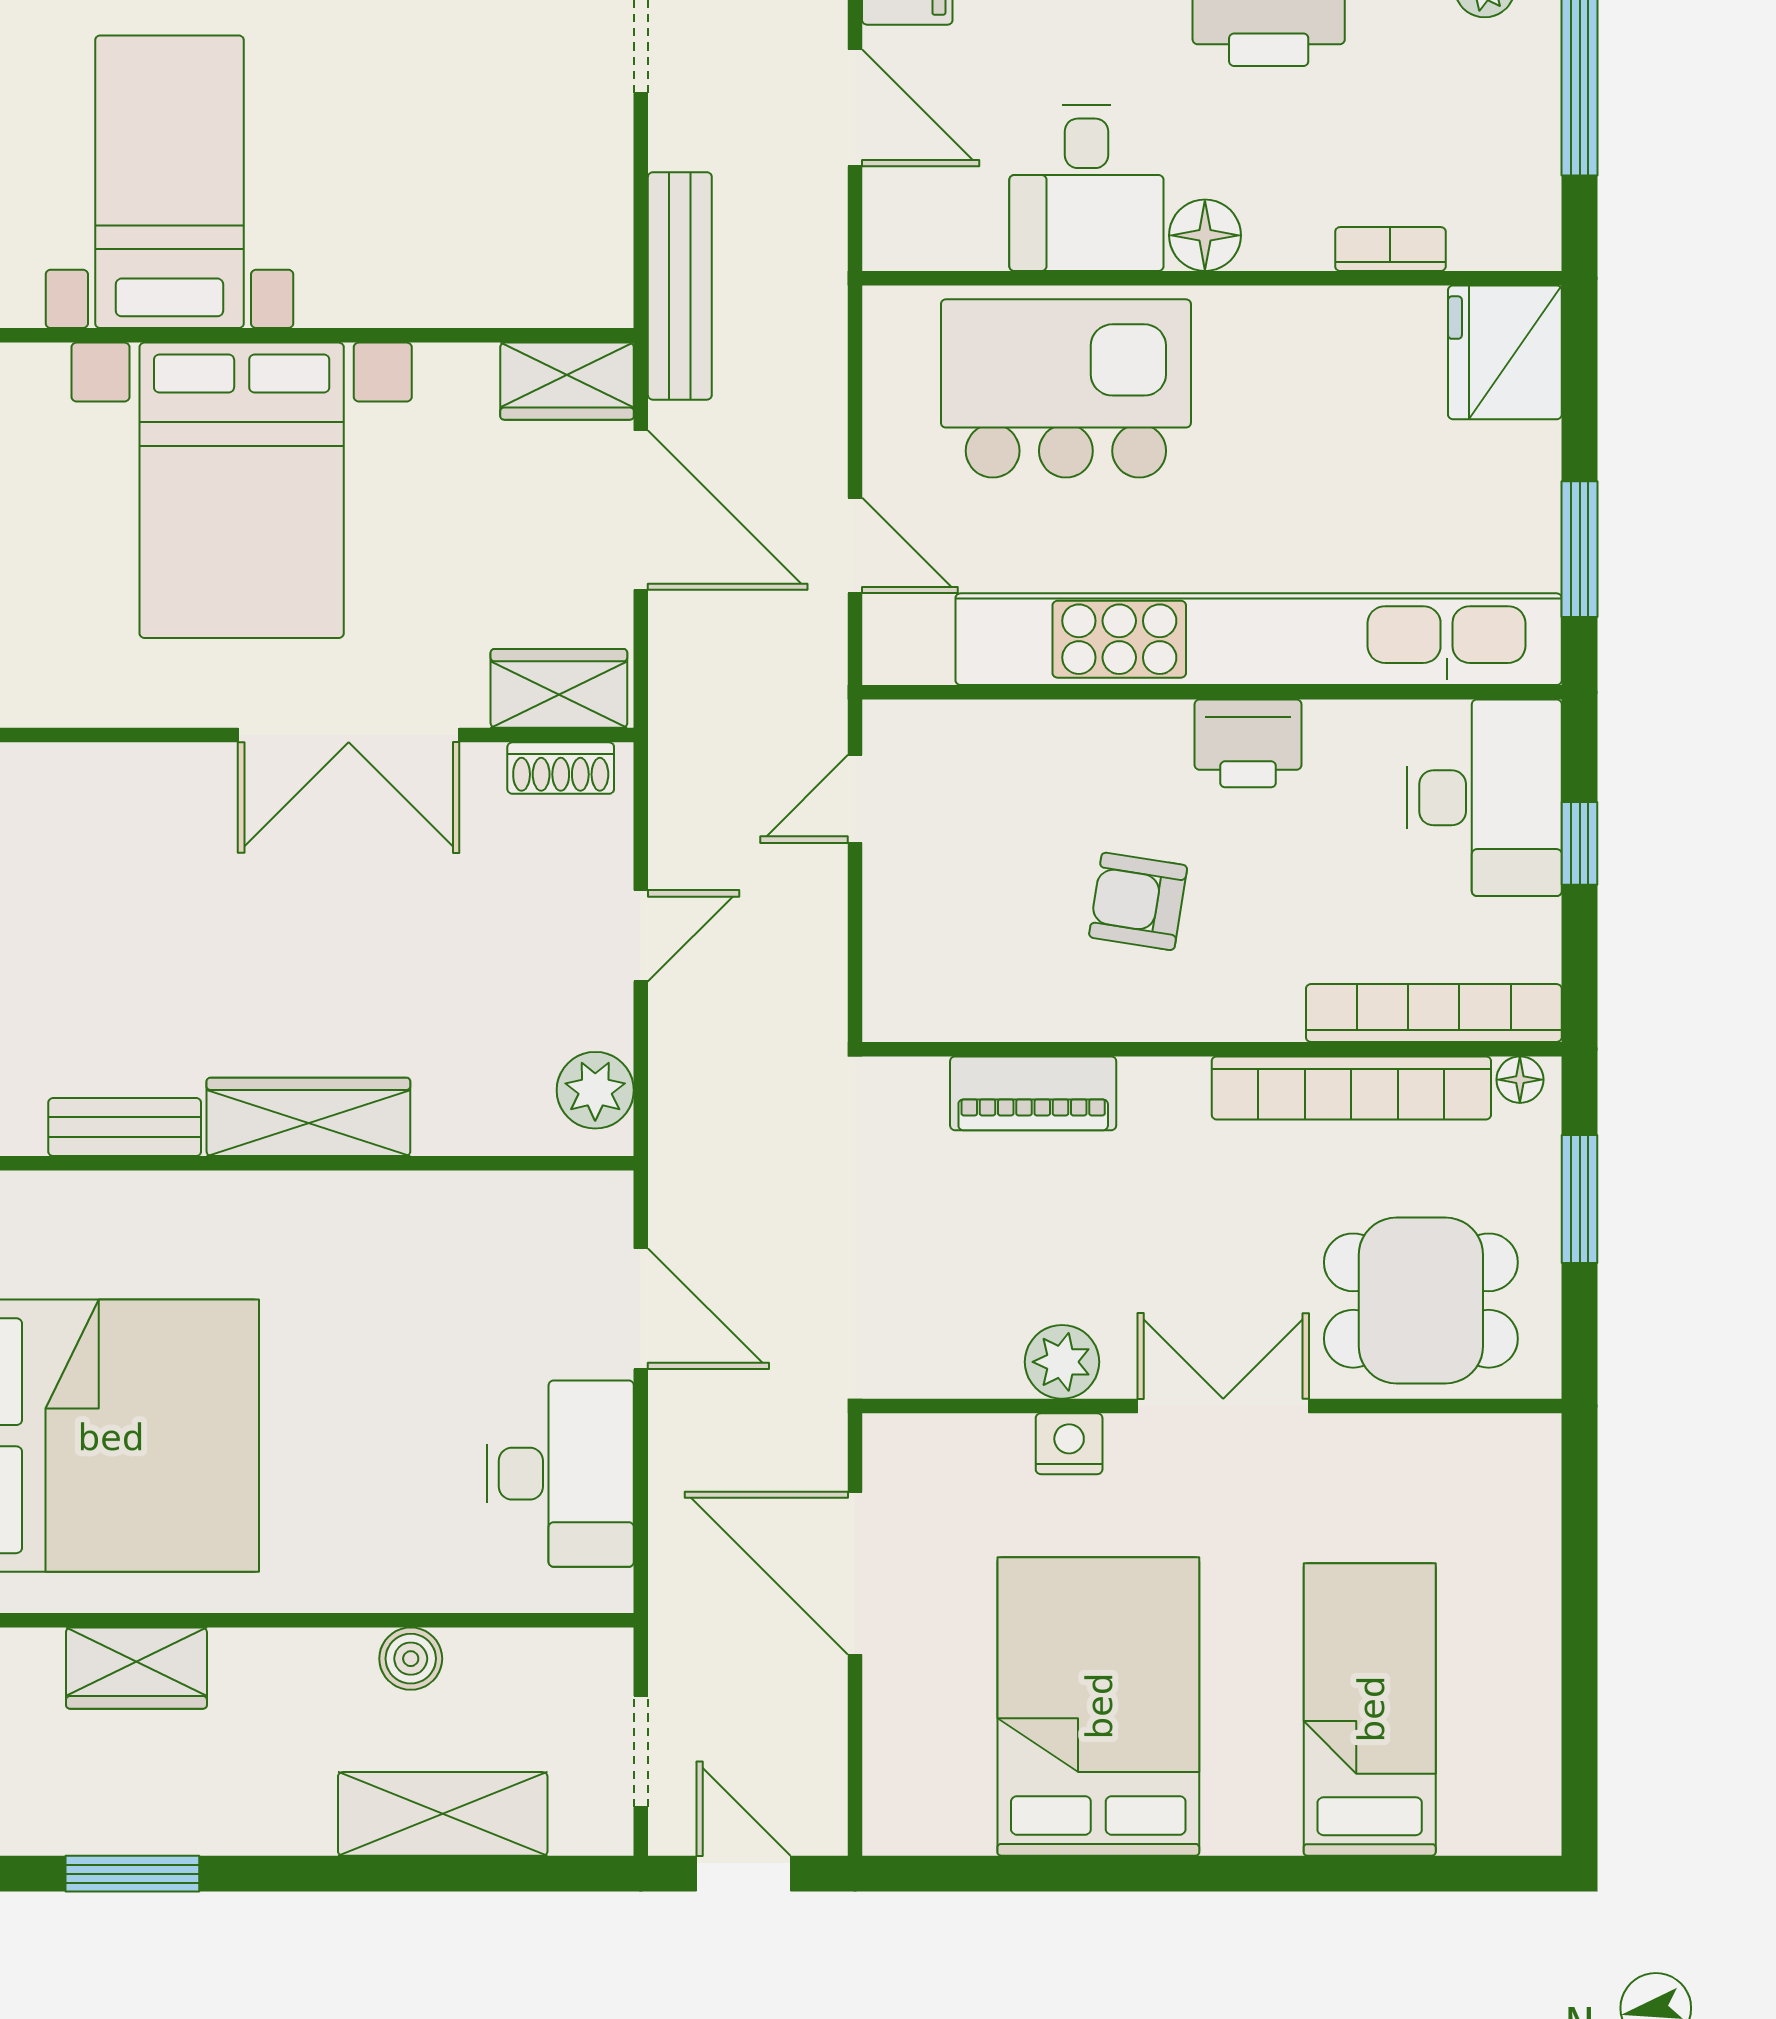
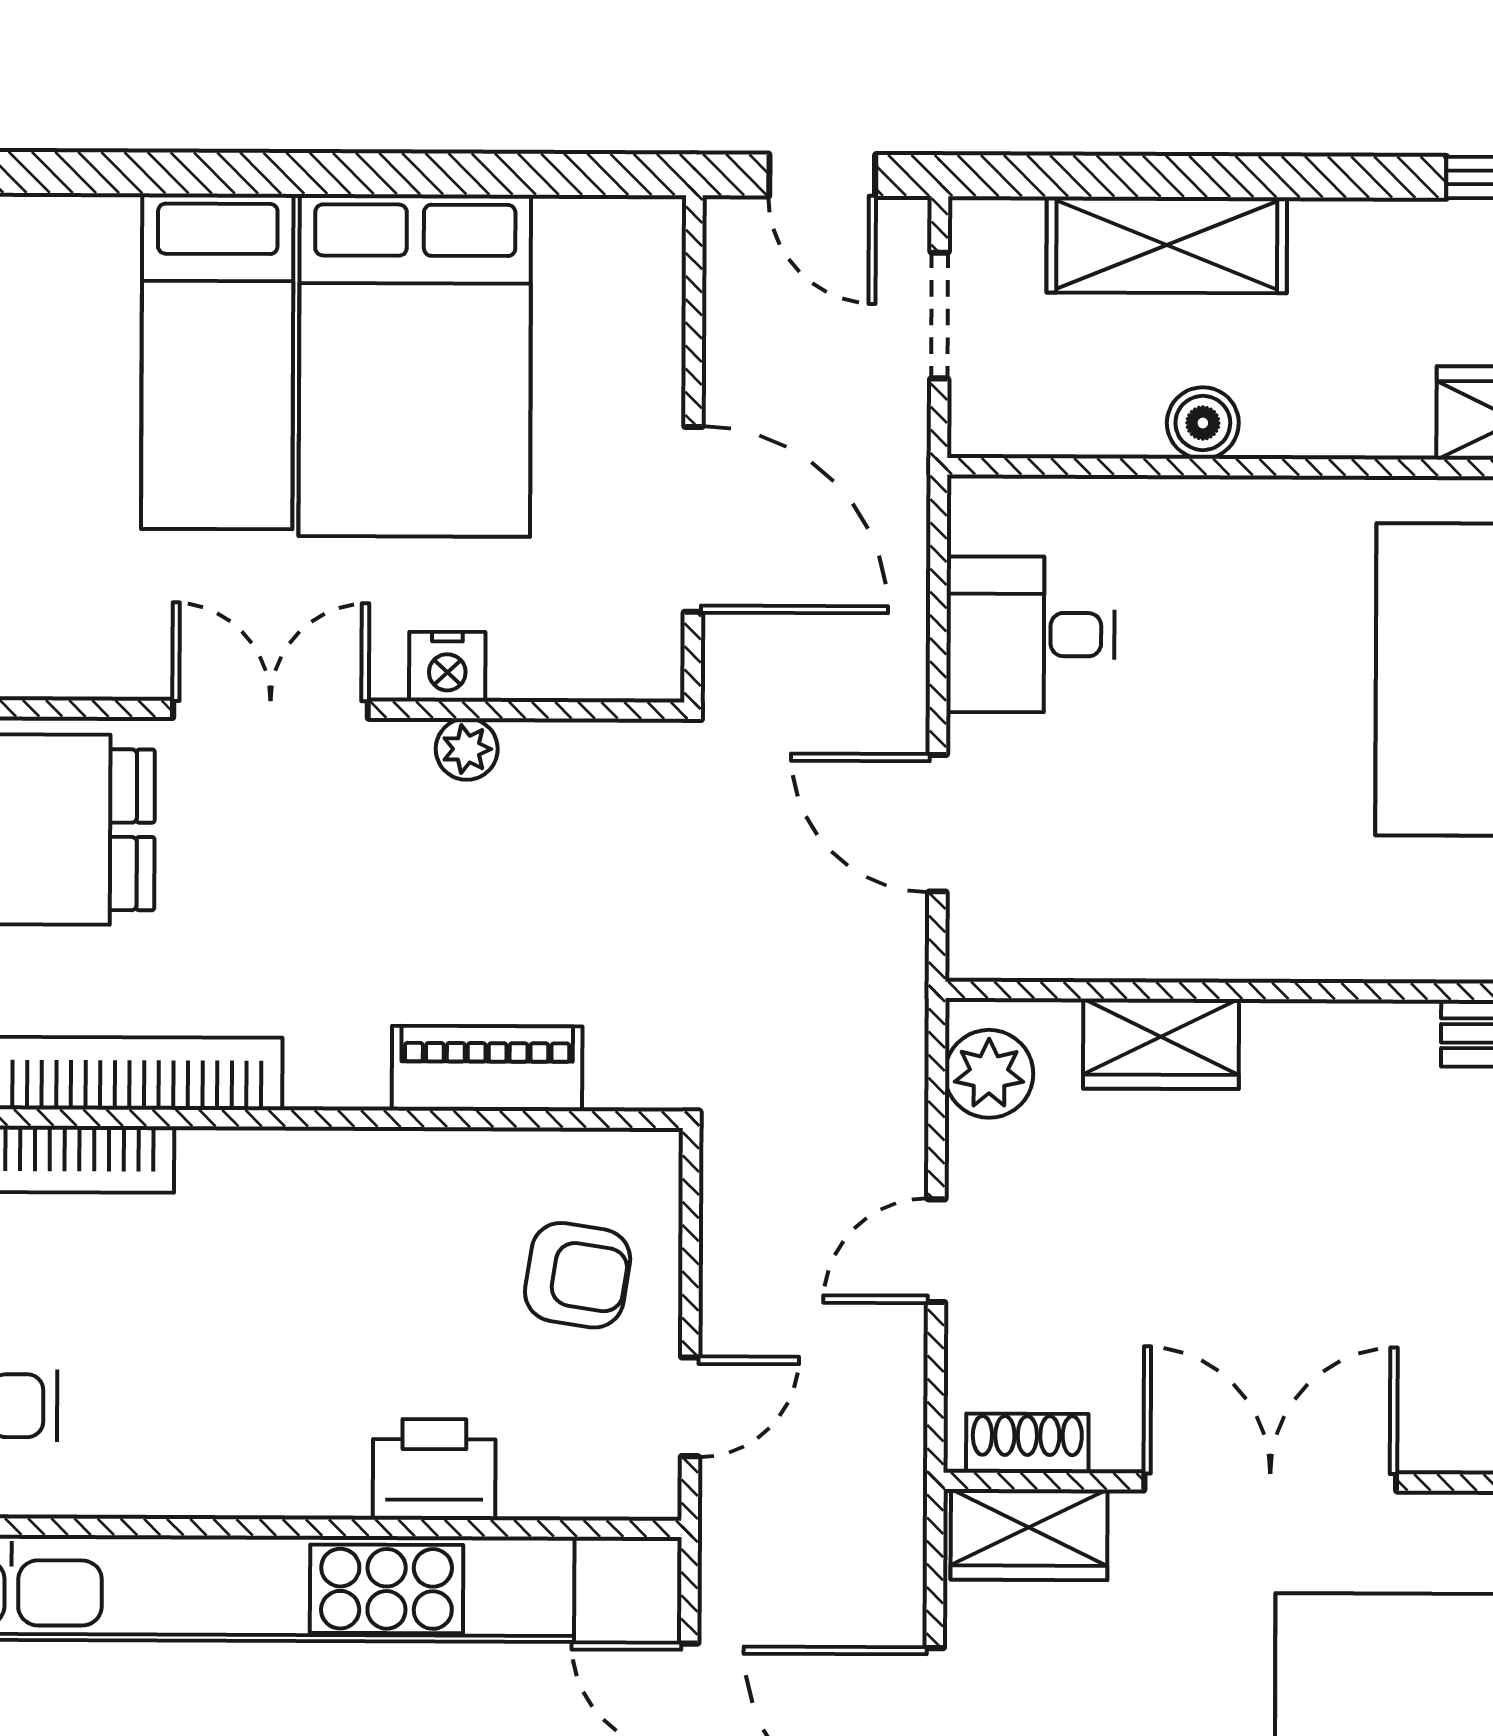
printer: (1248, 743) -> (434, 1469), moved
armchair: (1138, 901) -> (578, 1275), moved
wardrobe: (308, 1117) -> (1161, 1044), moved, width x0.67
plant: (1062, 1362) -> (467, 749), width x0.73, depth x0.73
double door: (1223, 1406) -> (270, 709), swing flipped
desk: (560, 1474) -> (1030, 634), width x0.73
bed: (1370, 1709) -> (217, 361), moved

